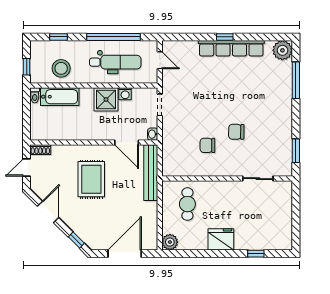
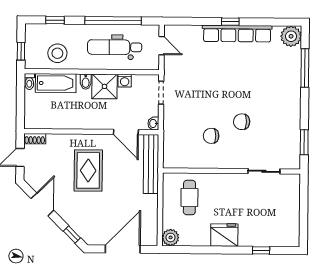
dental chair: (115, 62) -> (115, 47), turned 180
bidet: (88, 95) -> (86, 82), added

